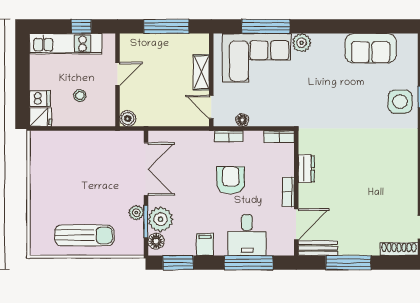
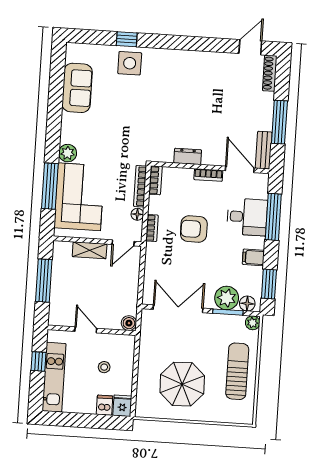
bookcase: (272, 121) -> (140, 186), added
parasol: (67, 179) -> (182, 384), added
plant: (136, 213) -> (253, 323), moved

